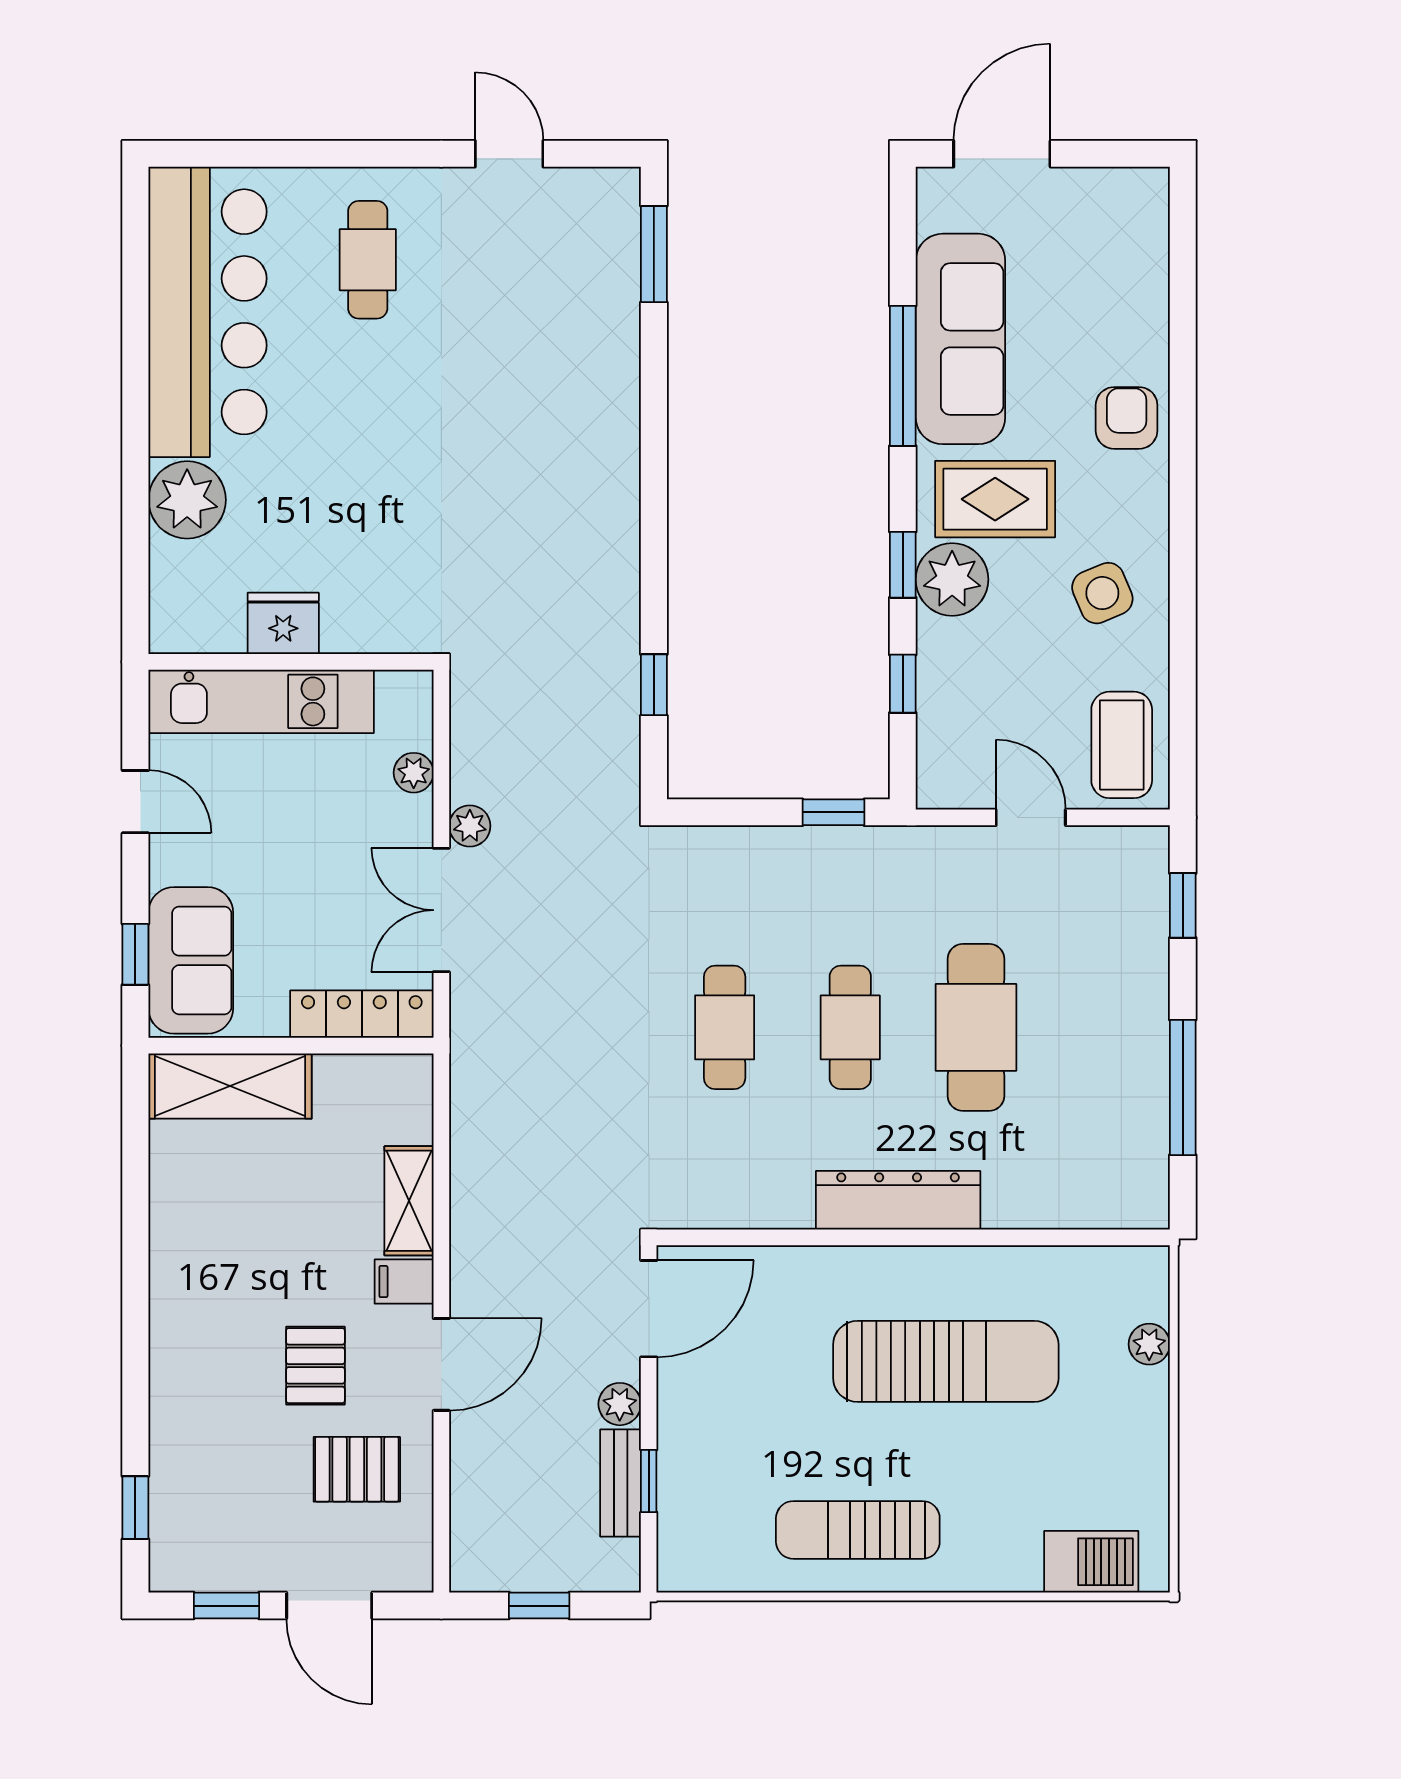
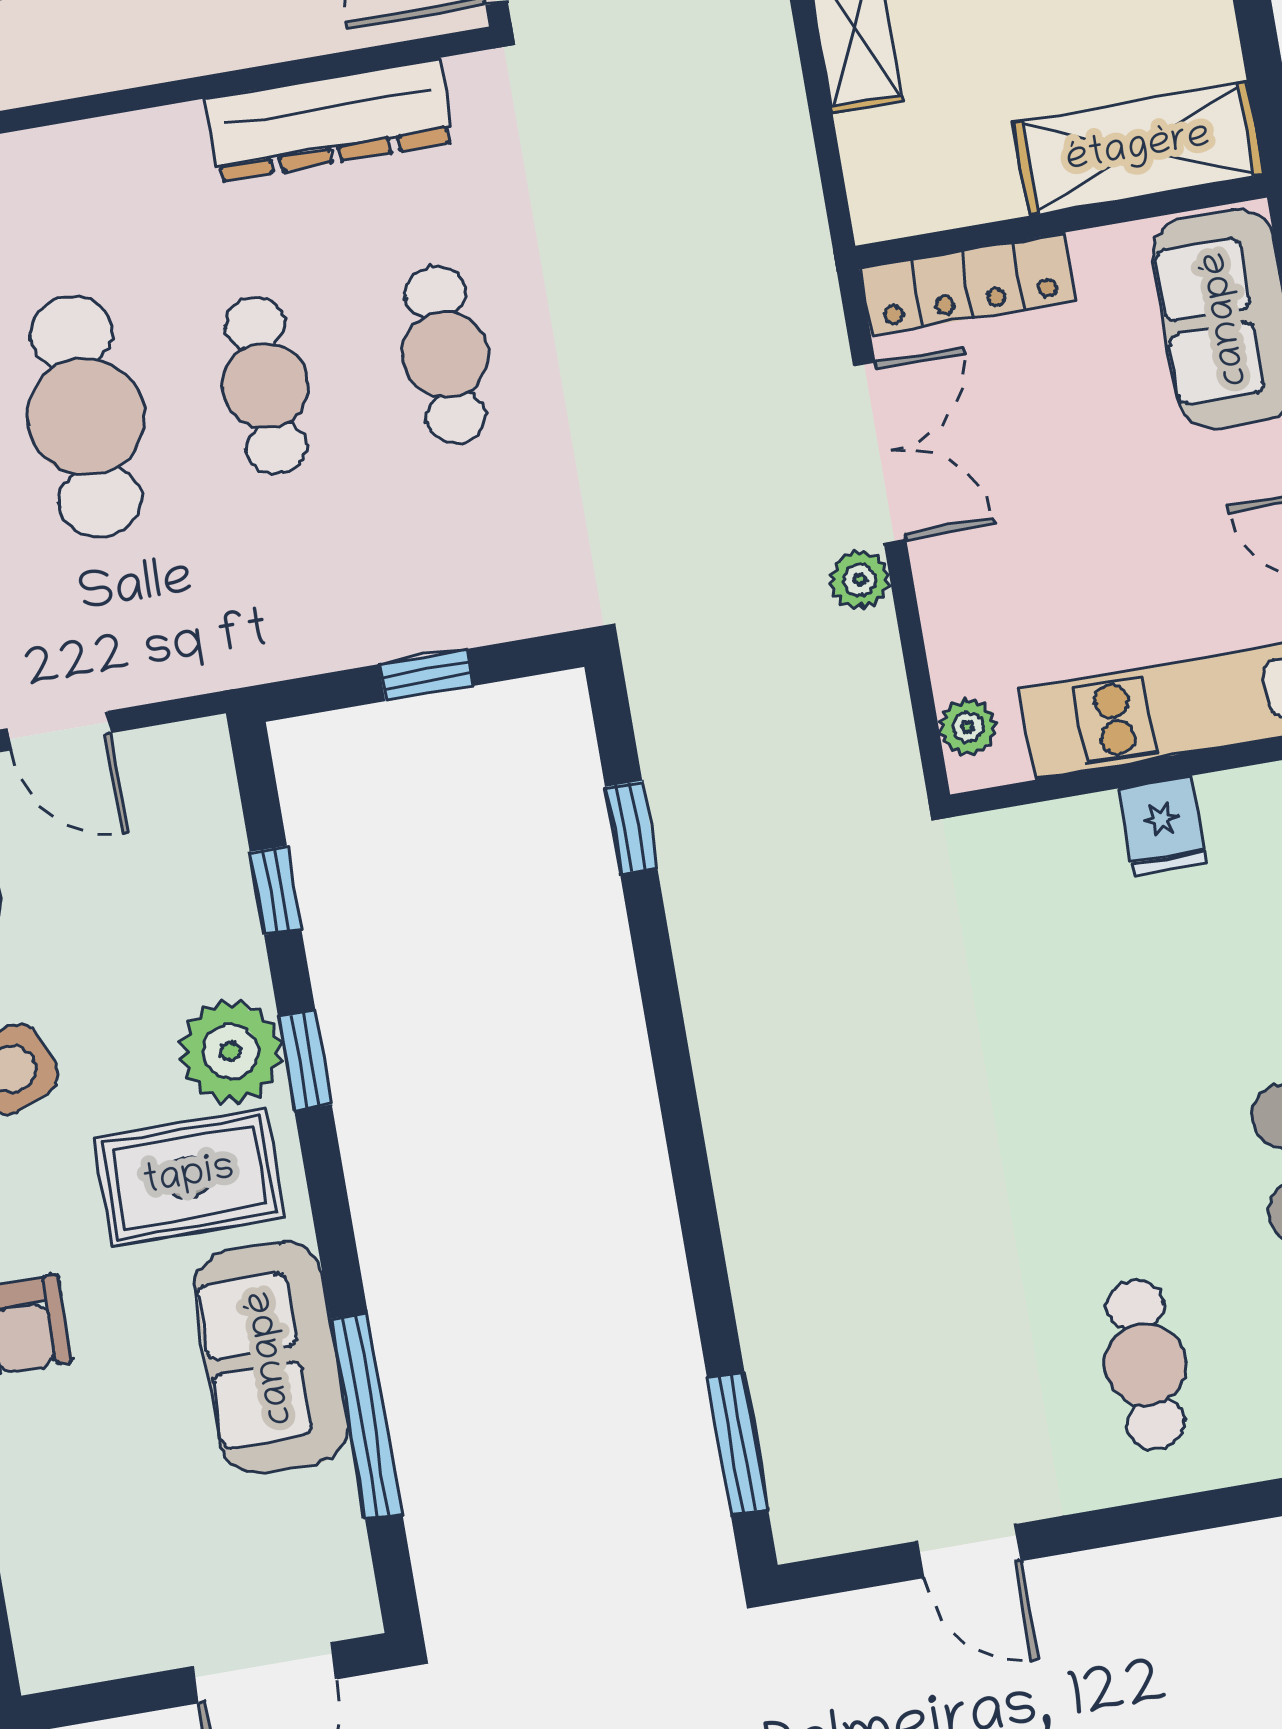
sofa: (960, 339) -> (271, 1358), width x0.73
window: (903, 376) -> (366, 1416), moved
fridge: (283, 623) -> (1162, 826), width x0.72
plant: (414, 773) -> (968, 727), moved
window: (833, 812) -> (426, 675), moved
dresser: (898, 1200) -> (329, 120), moved

